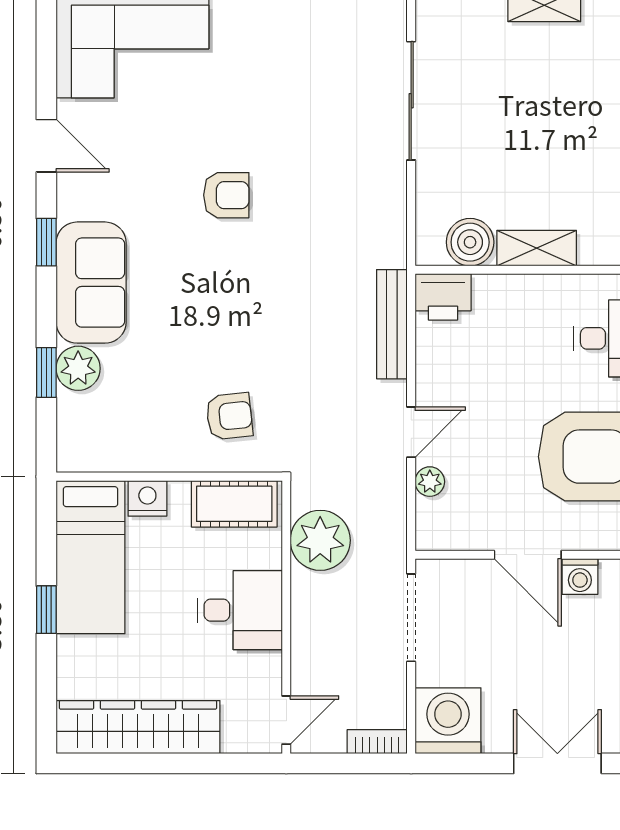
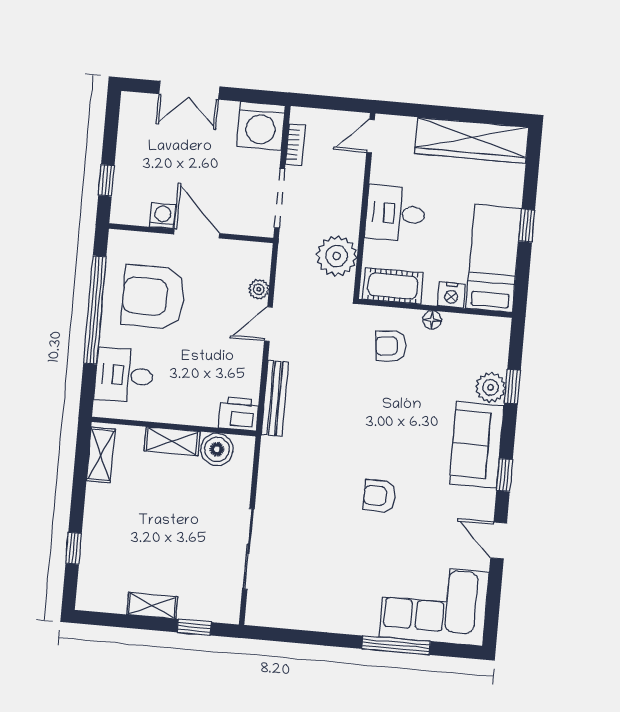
floor lamp: (172, 459) -> (432, 320), added
bookcase: (377, 742) -> (295, 145), moved, turned -90

